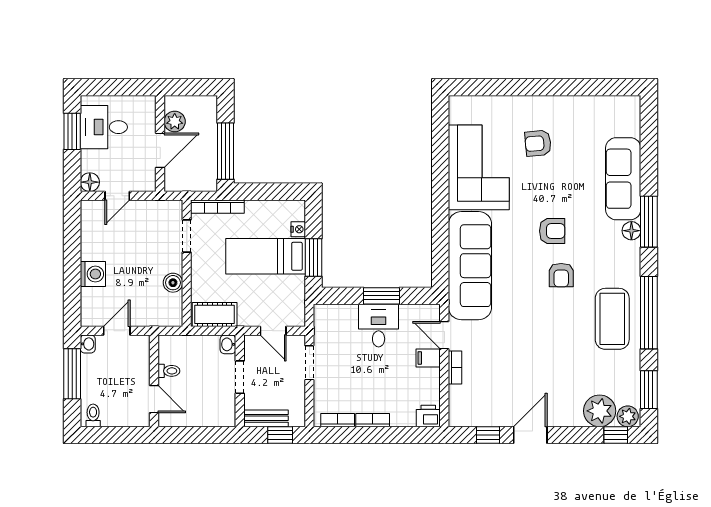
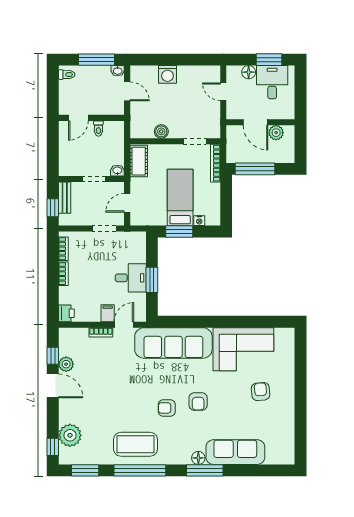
floor lamp: (90, 182) -> (249, 72), moved
plant: (628, 416) -> (66, 364), moved

